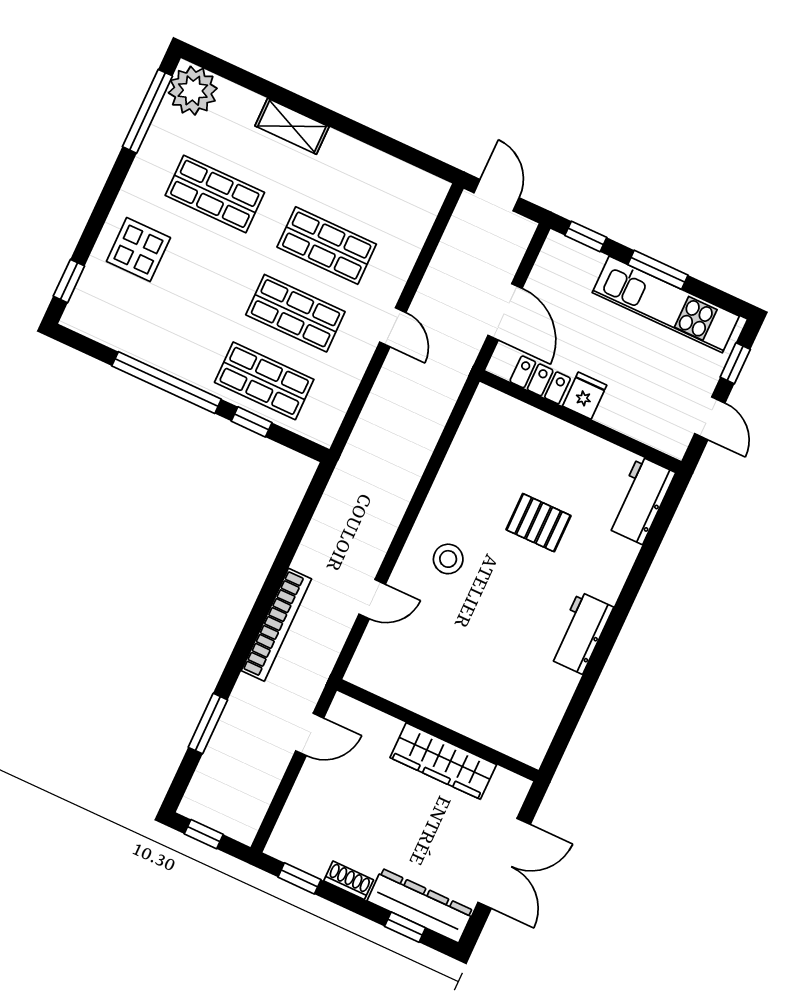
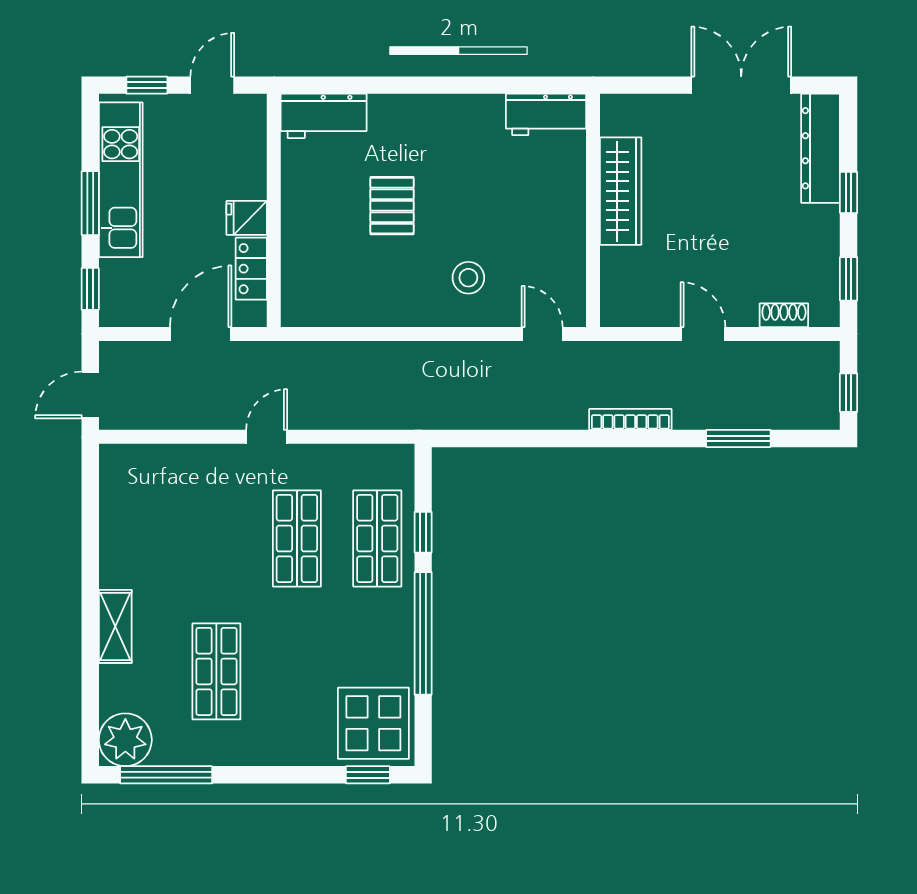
shop shelf: (327, 246) -> (216, 538), removed
display table: (138, 250) -> (373, 723), moved, width x1.36, depth x1.36
bookcase: (276, 625) -> (630, 419), width x0.68, depth x0.76
workbench: (581, 633) -> (546, 114), moved
wall: (438, 730) -> (593, 210), moved
wardrobe: (443, 761) -> (621, 191), moved
shoe rack: (349, 880) -> (784, 315), moved, turned 90
window: (405, 927) -> (849, 193), moved

